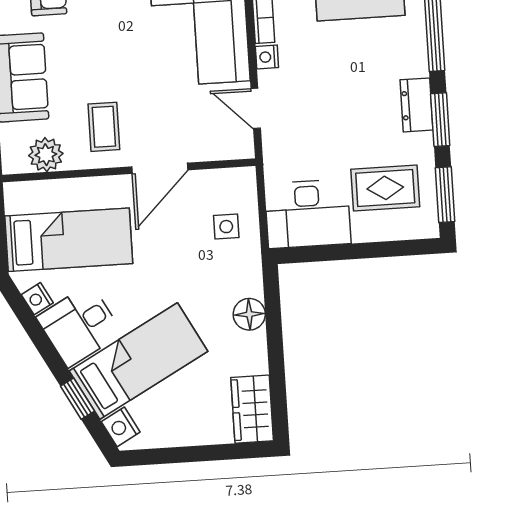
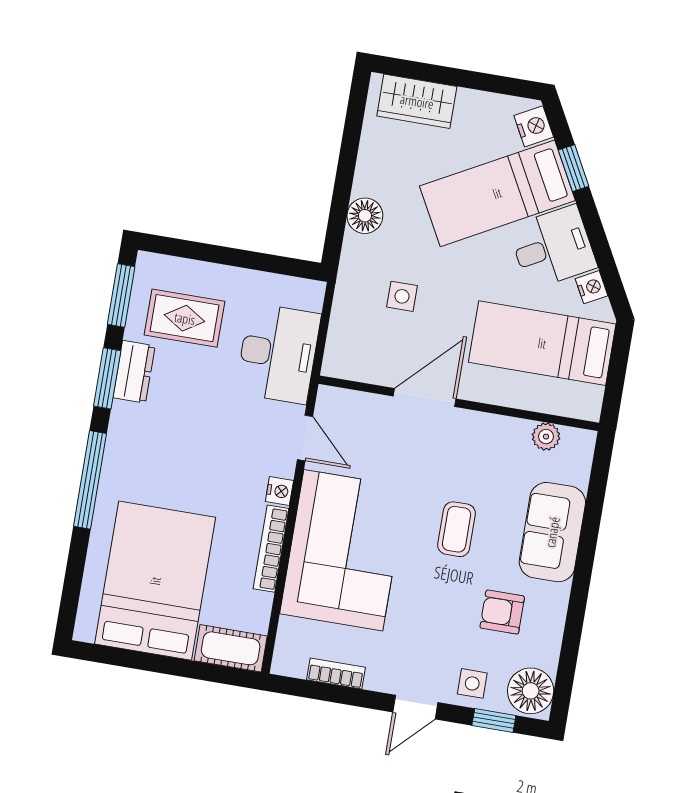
dresser: (417, 105) -> (134, 372), moved
coffee table: (104, 127) -> (457, 529), moved
plant: (46, 155) -> (546, 437), width x0.73, depth x0.73
desk: (308, 214) -> (278, 354), moved, turned 90
side table: (226, 227) -> (402, 296), moved
wardrobe: (252, 409) -> (417, 101), moved, turned 90

